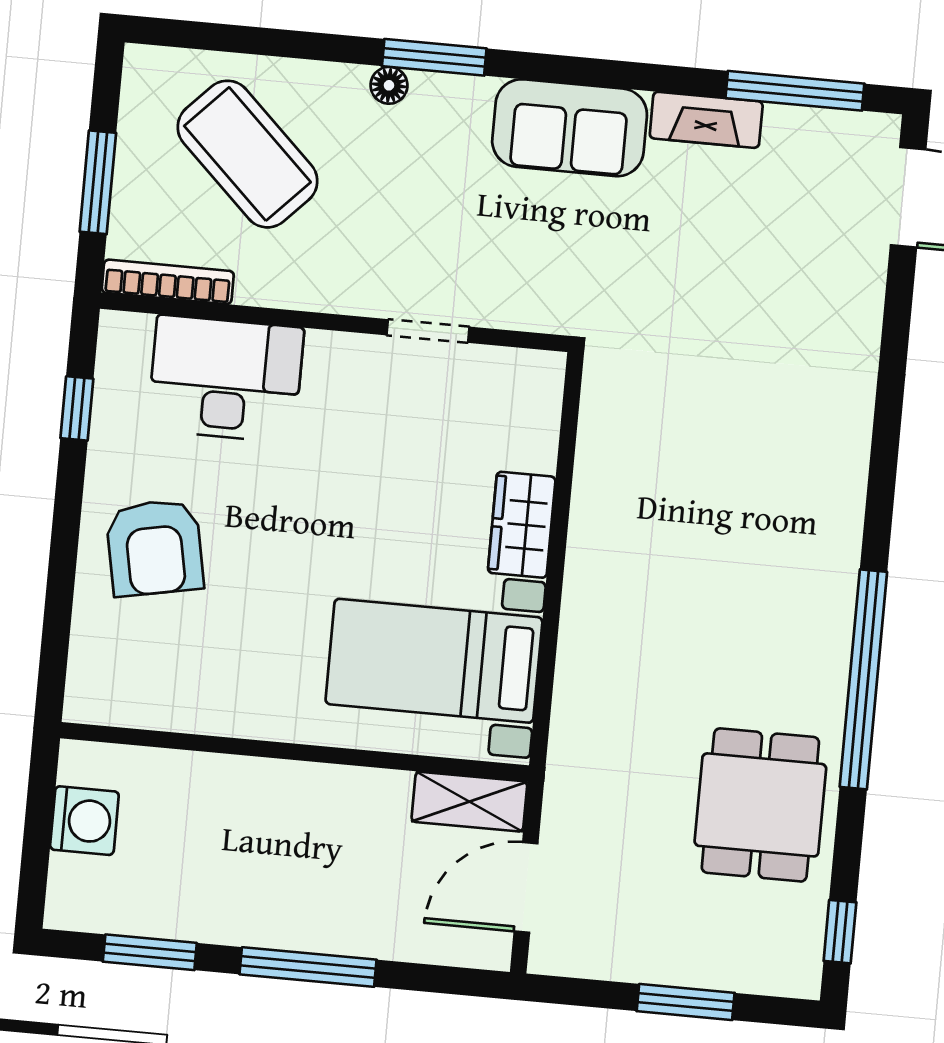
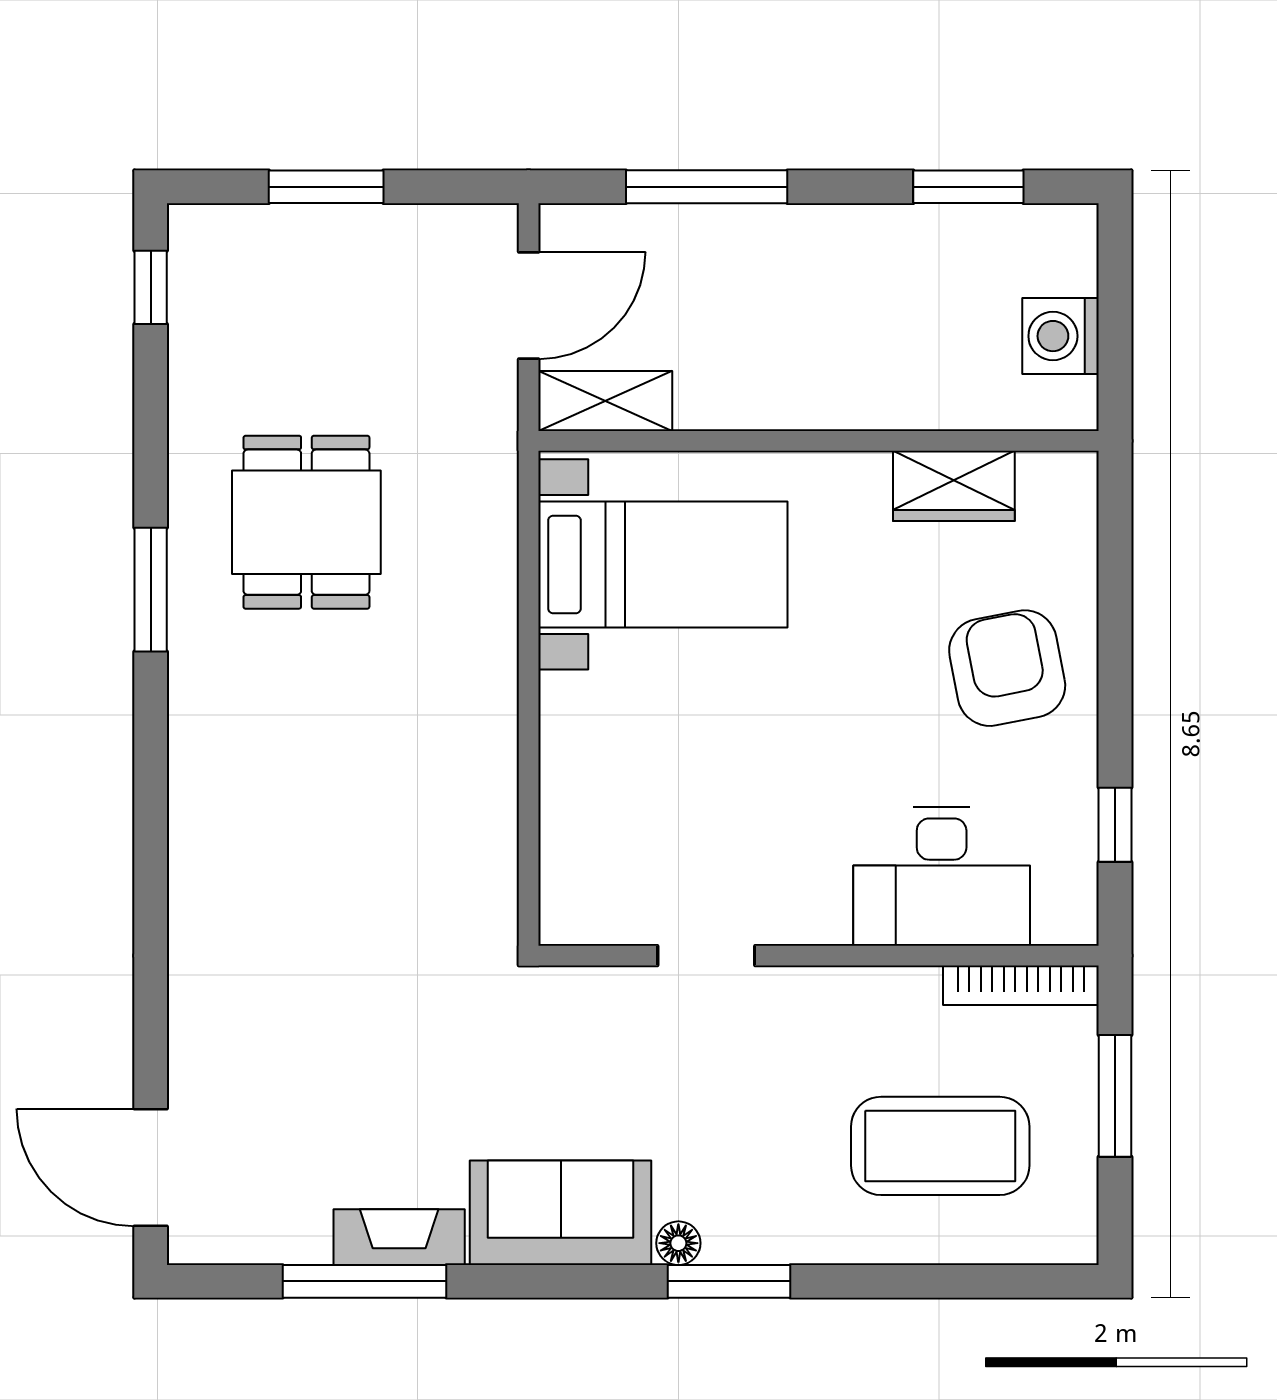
floor lamp: (389, 85) -> (678, 1243), moved
window: (795, 91) -> (364, 1281), moved
coffee table: (247, 154) -> (940, 1146), turned -44
wardrobe: (522, 525) -> (954, 486), moved, turned 90
window: (863, 679) -> (151, 590), width x0.47
dining table: (760, 805) -> (306, 522), moved
window: (308, 967) -> (707, 187), moved

